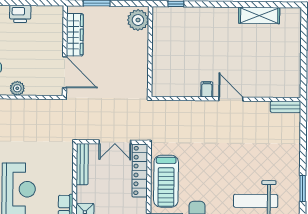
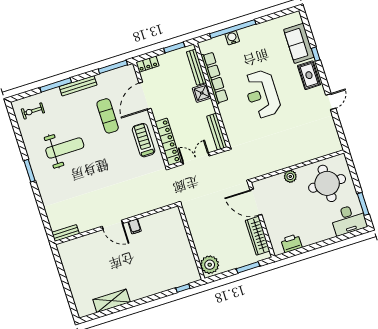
printer: (20, 14) -> (291, 243), moved
treadmill: (166, 181) -> (144, 140), width x0.73, depth x0.73

